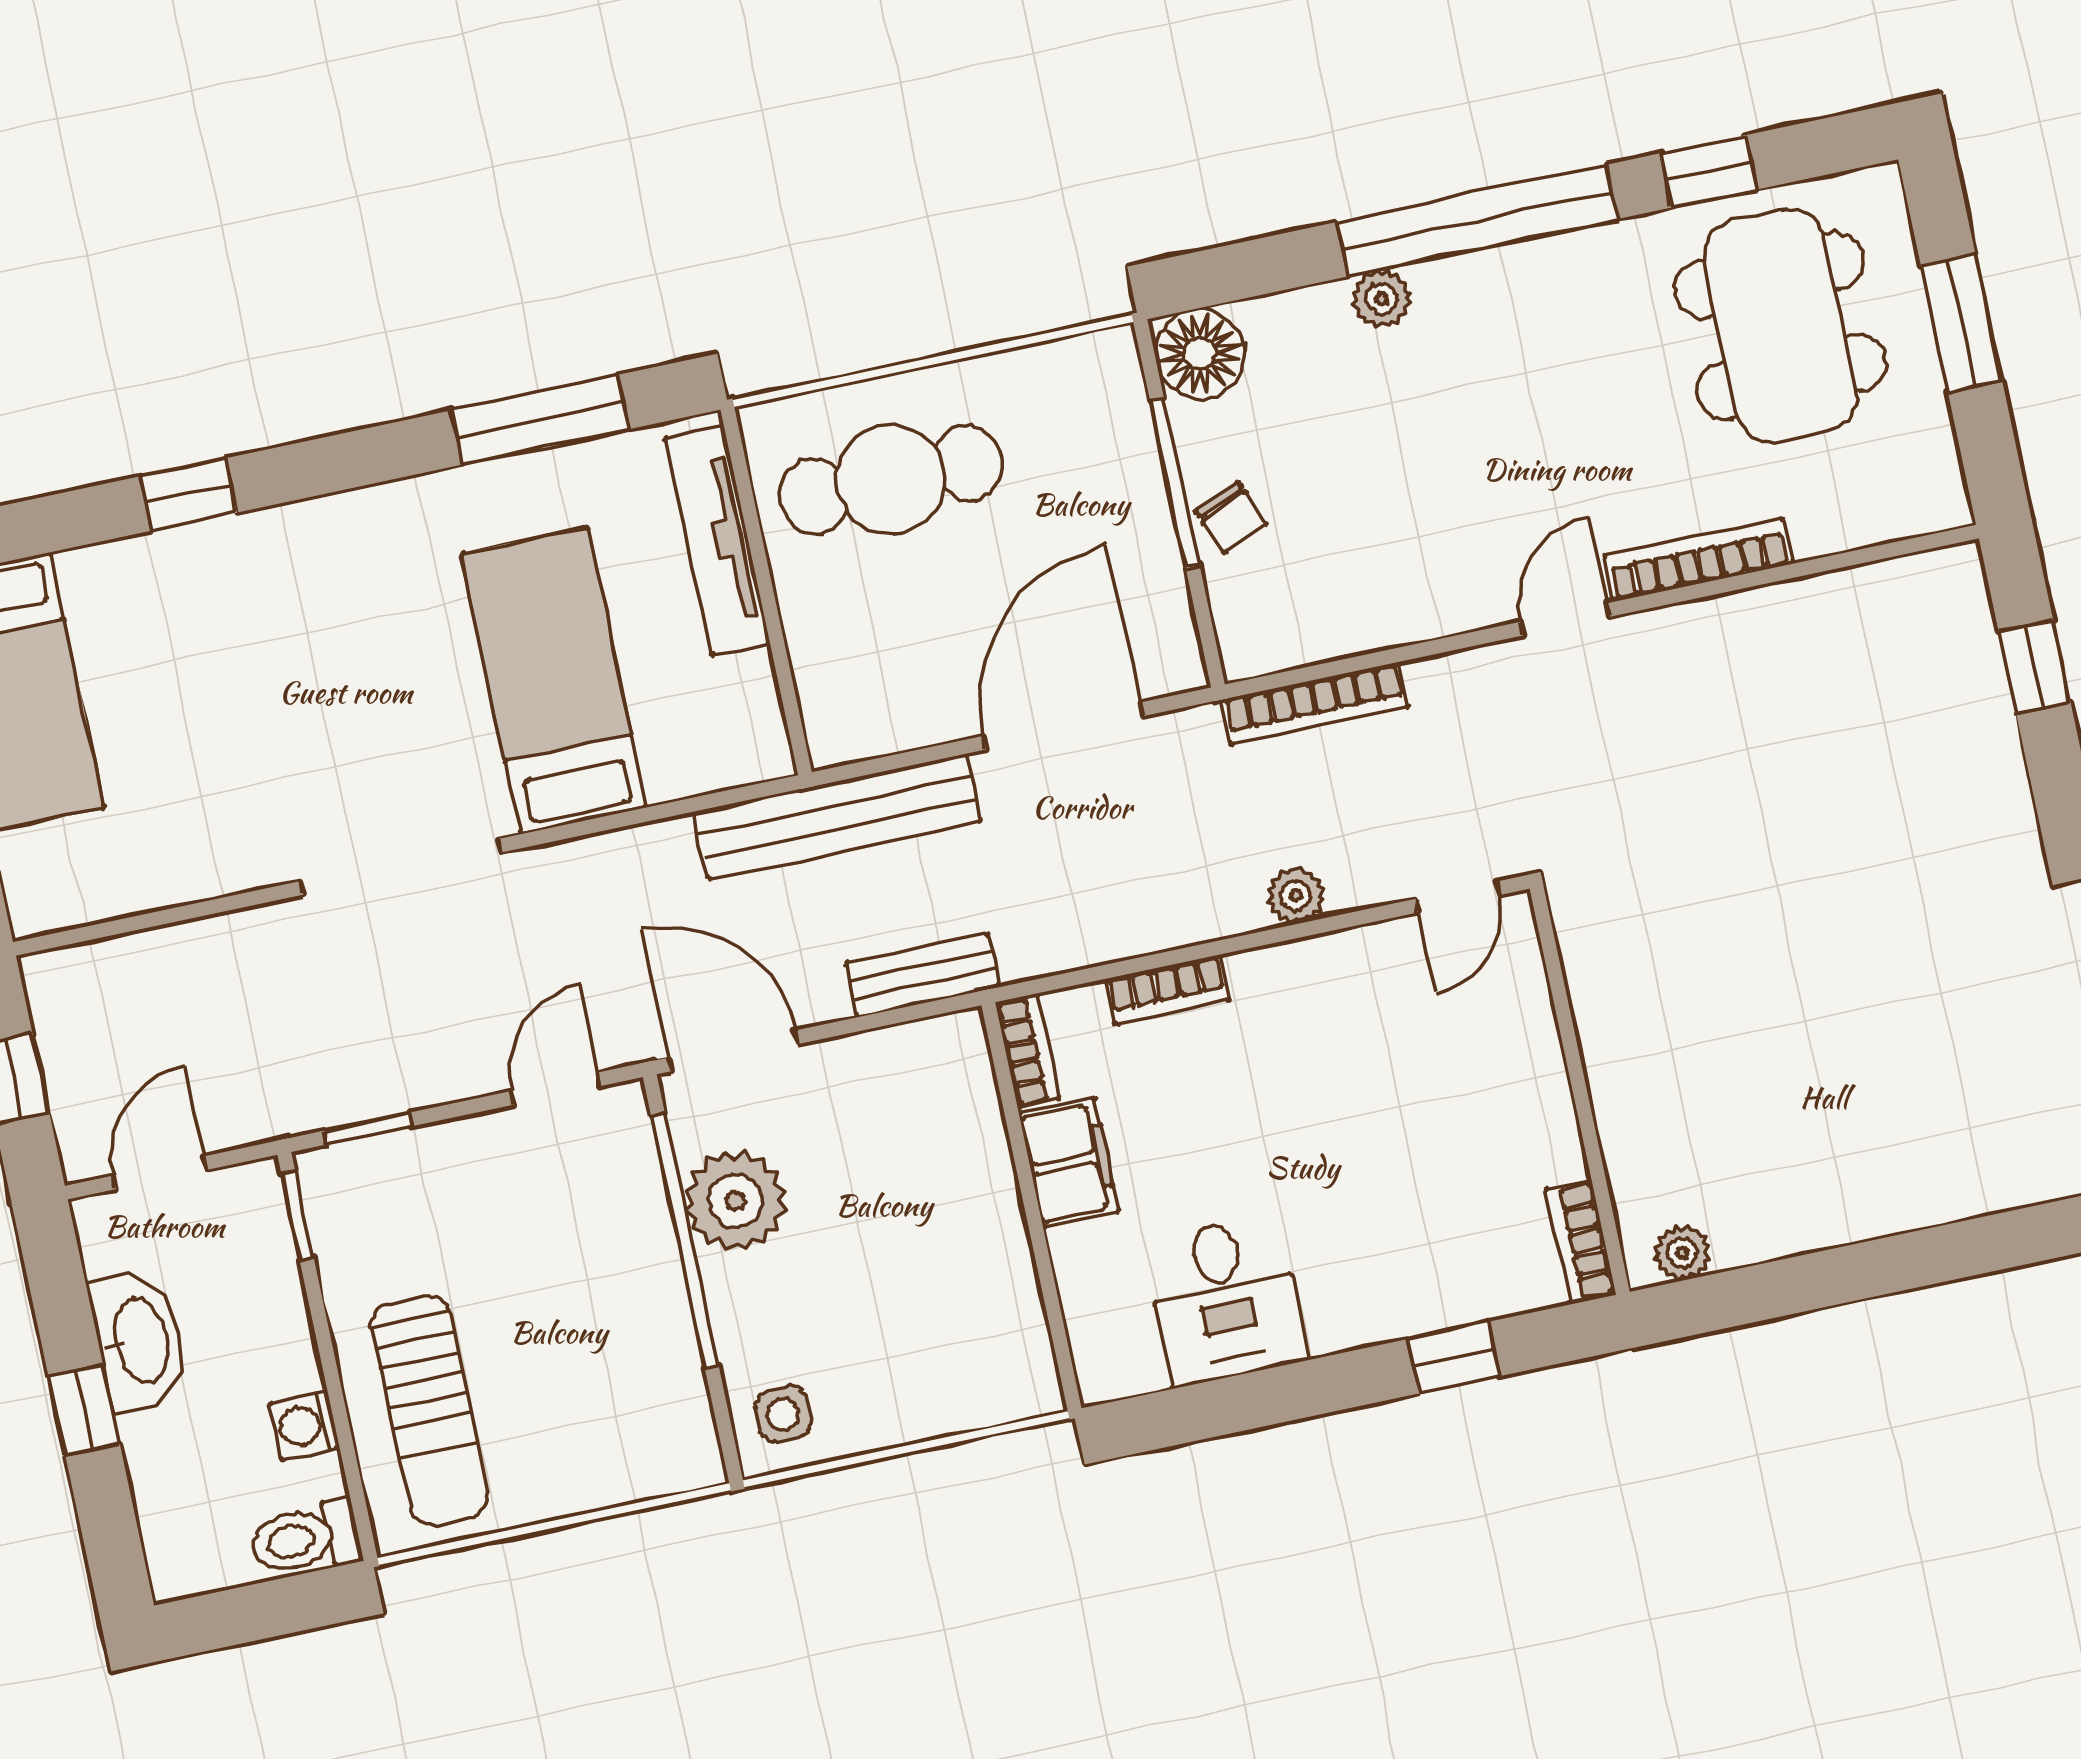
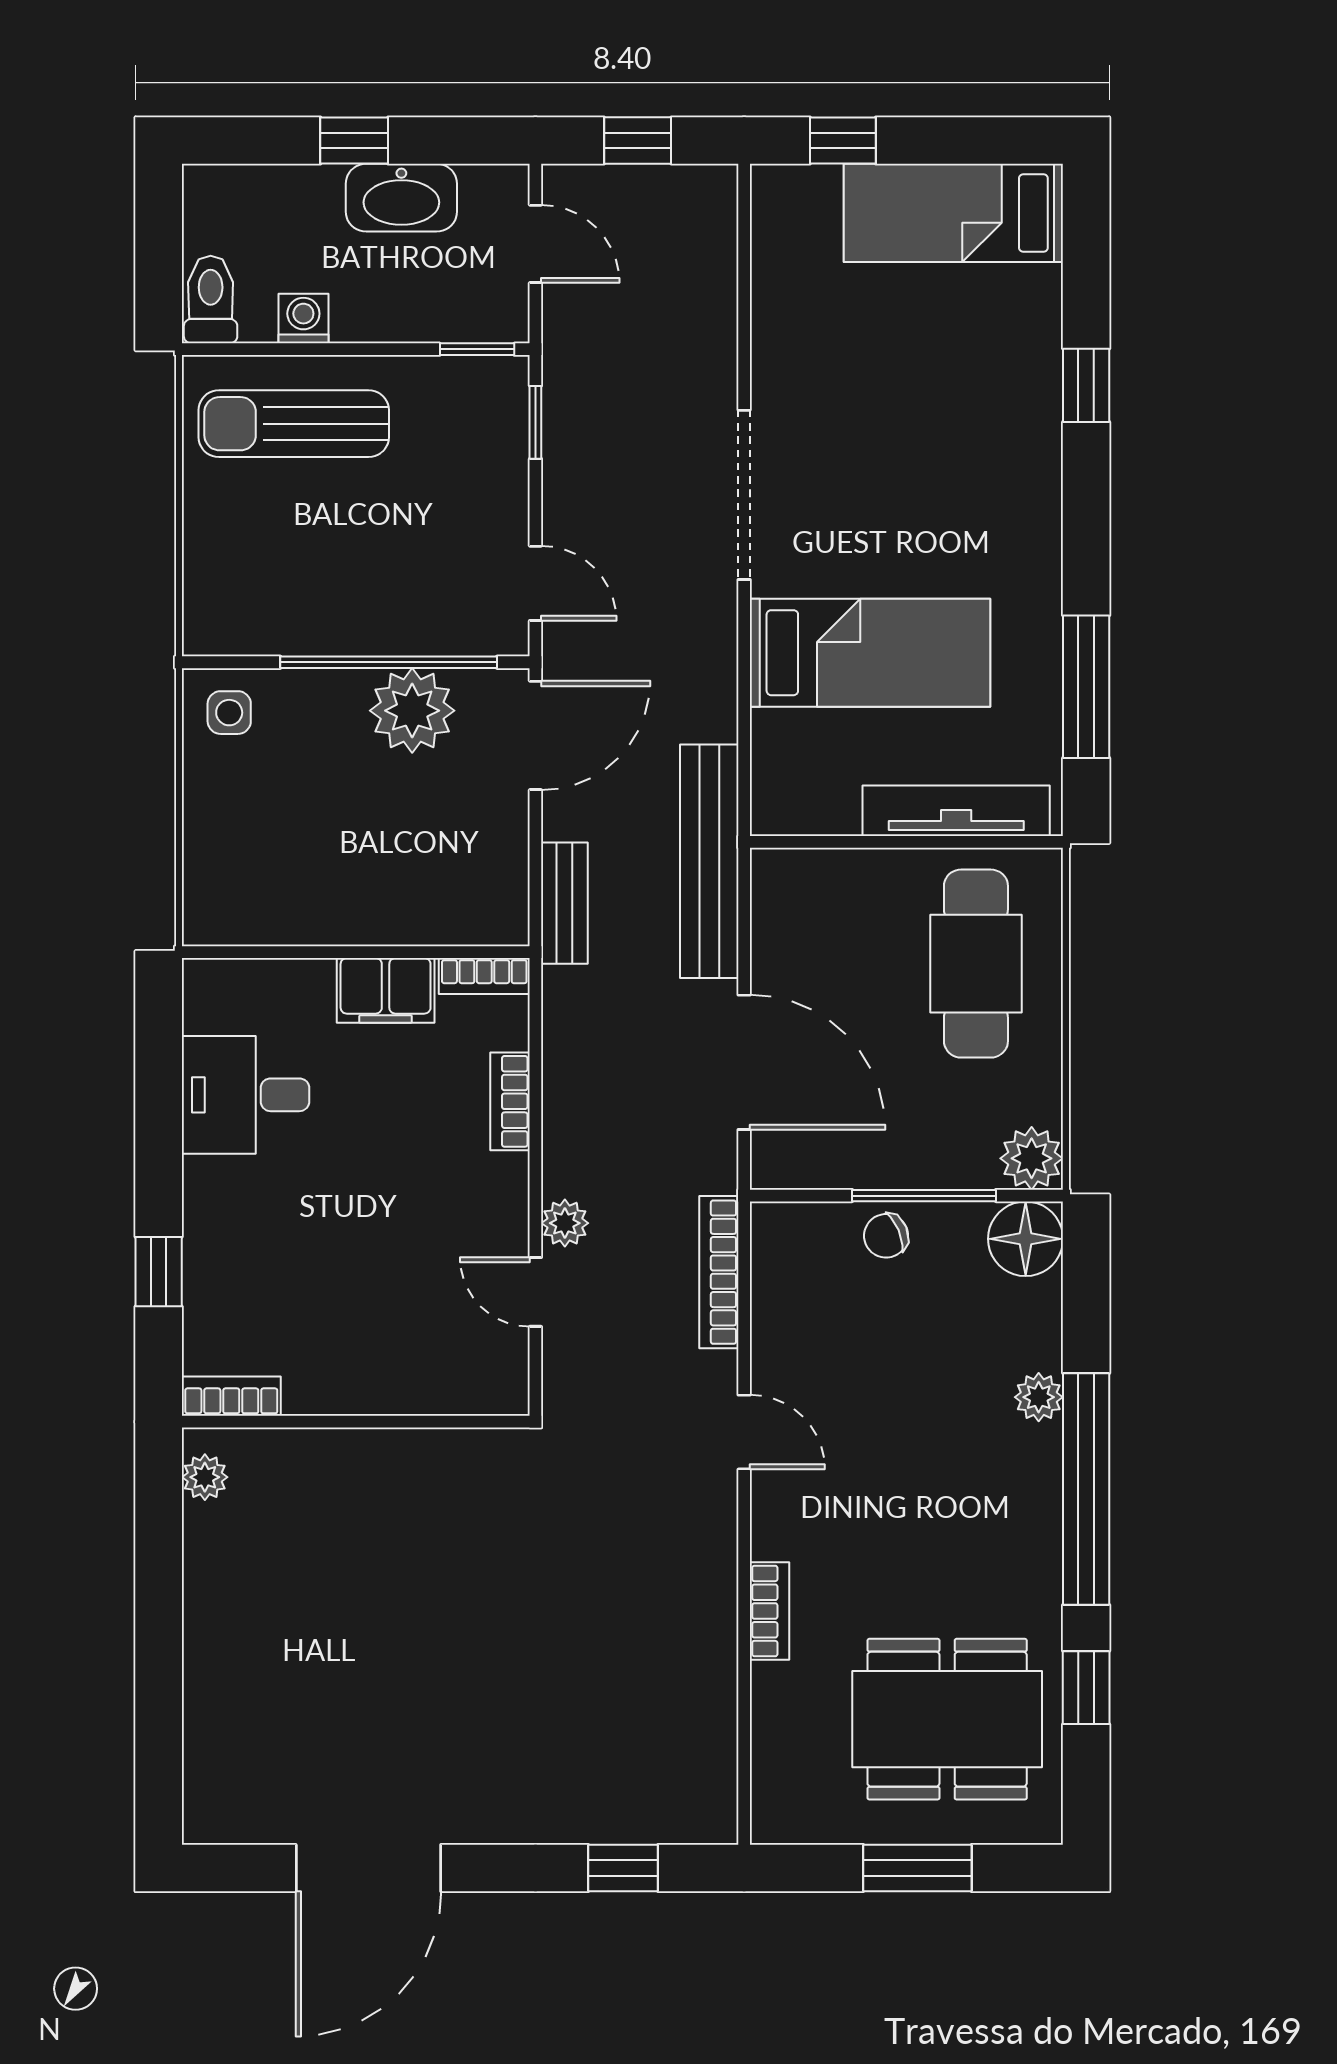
plant: (1105, 366) -> (1032, 1158), added
bookcase: (1698, 560) -> (769, 1611), width x0.64
door: (1565, 619) -> (744, 1432), moved
door: (1457, 897) -> (535, 1292), moved

